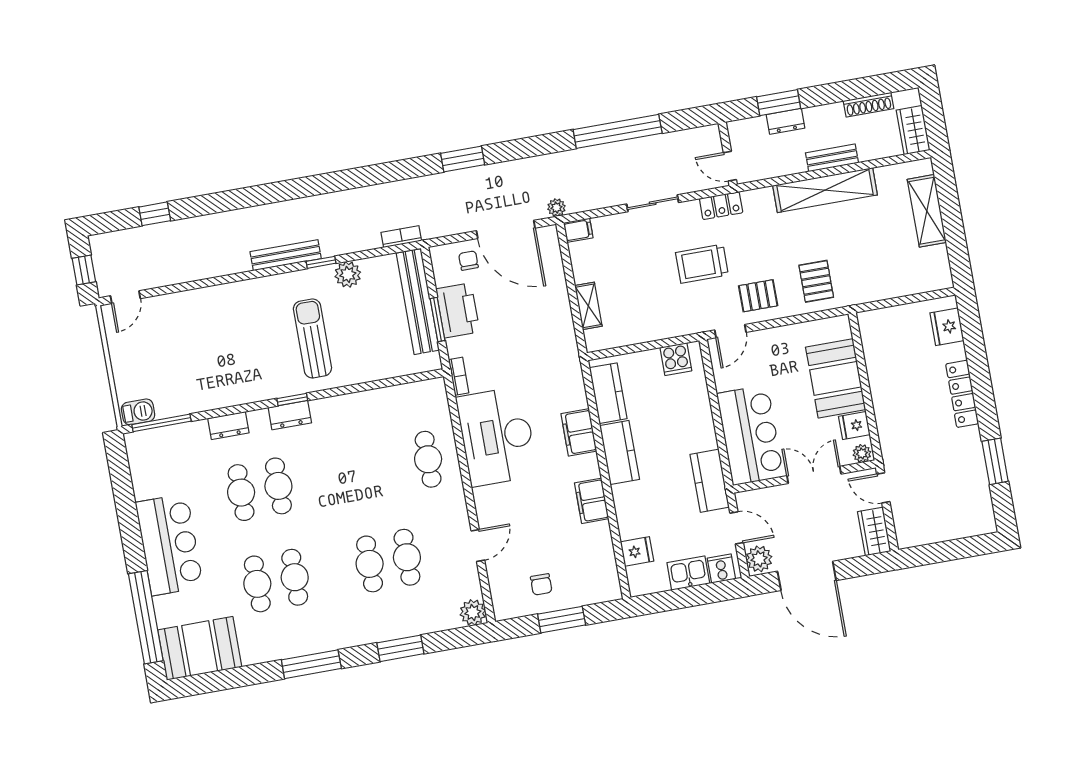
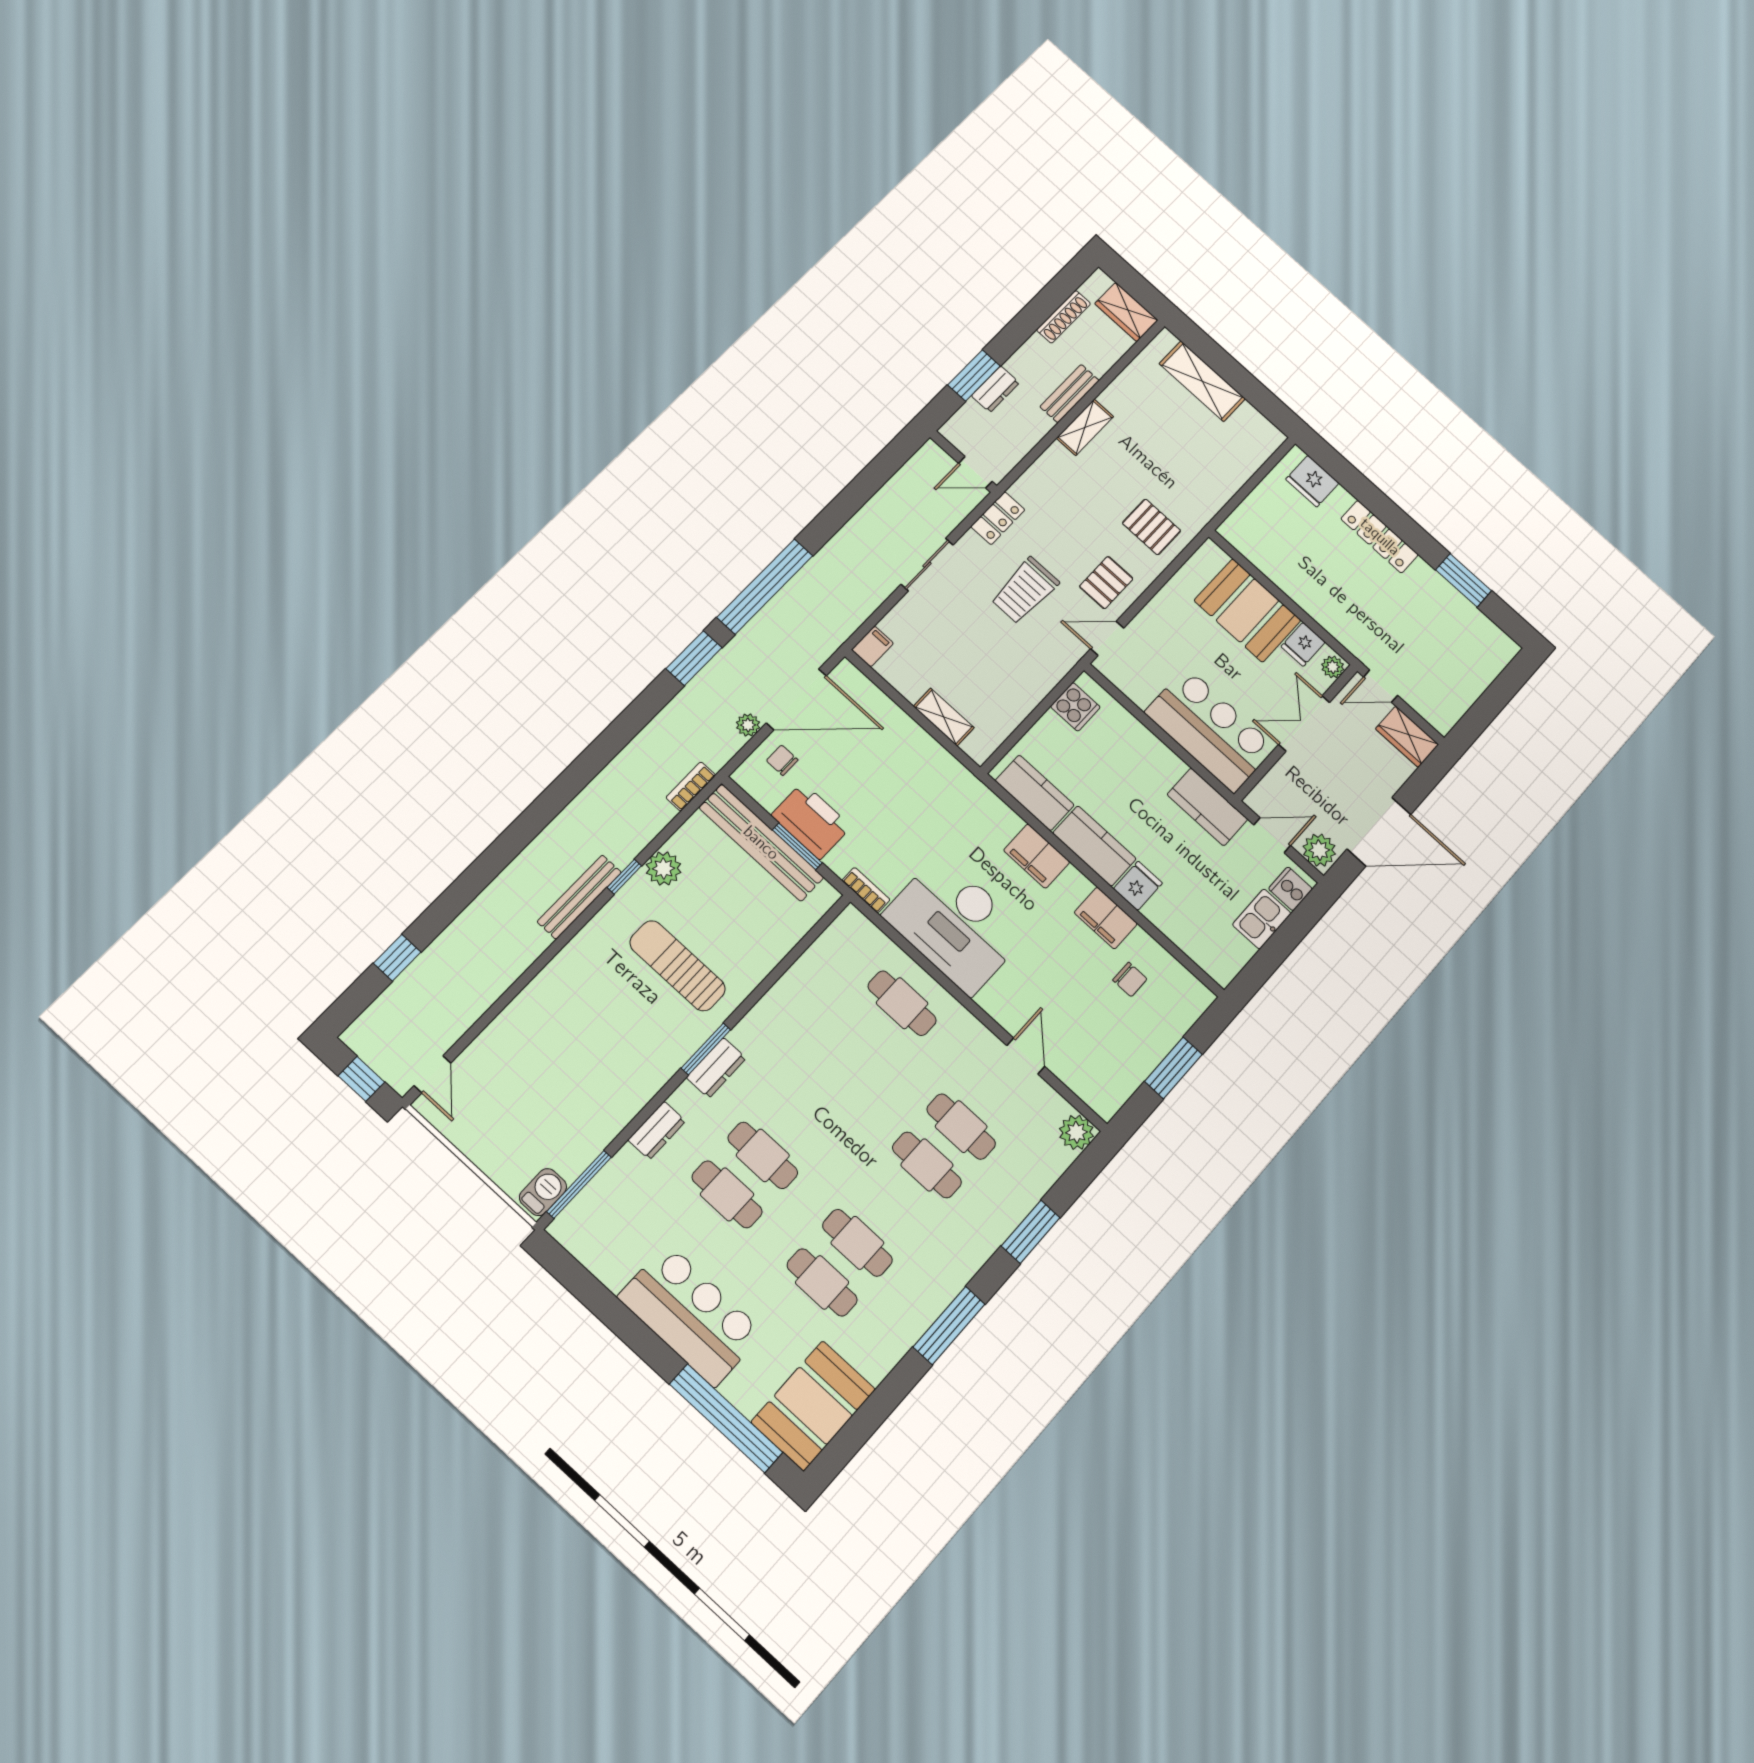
window: (618, 131) -> (765, 586), moved
shelving: (825, 190) -> (1085, 427), width x0.45, depth x0.75
plant: (556, 208) -> (748, 725), moved
door: (730, 331) -> (1107, 638), swing flipped
window: (292, 400) -> (706, 1049), width x1.50
fridge: (637, 551) -> (1138, 886), moved
chair: (541, 584) -> (1130, 979), moved

